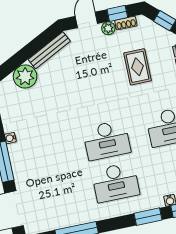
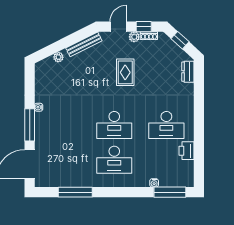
rug: (138, 67) -> (125, 72), moved
plant: (25, 76) -> (58, 57), width x0.53, depth x0.53
window: (148, 217) -> (134, 192), removed

